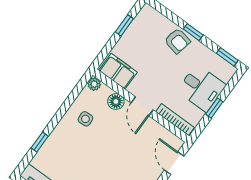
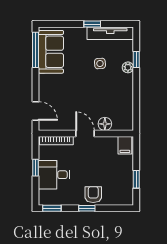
armchair: (177, 41) -> (93, 195), turned 78
filing cabinet: (118, 71) -> (125, 145), width x0.50
plant: (94, 84) -> (128, 67), moved
side table: (85, 119) -> (100, 63), moved

